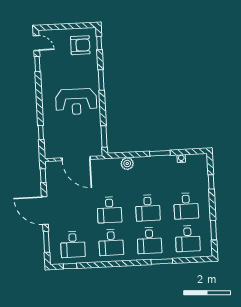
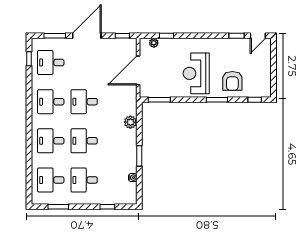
armchair: (80, 45) -> (232, 81), moved
plant: (48, 145) -> (154, 43), added
window: (162, 261) -> (29, 152), removed

